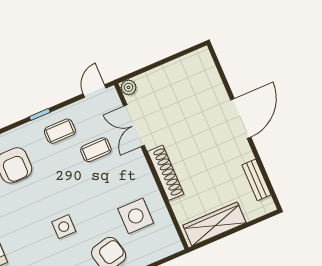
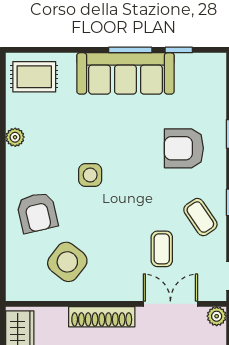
coffee table: (60, 131) -> (200, 217), turned -34
side table: (136, 216) -> (67, 262), turned 38

